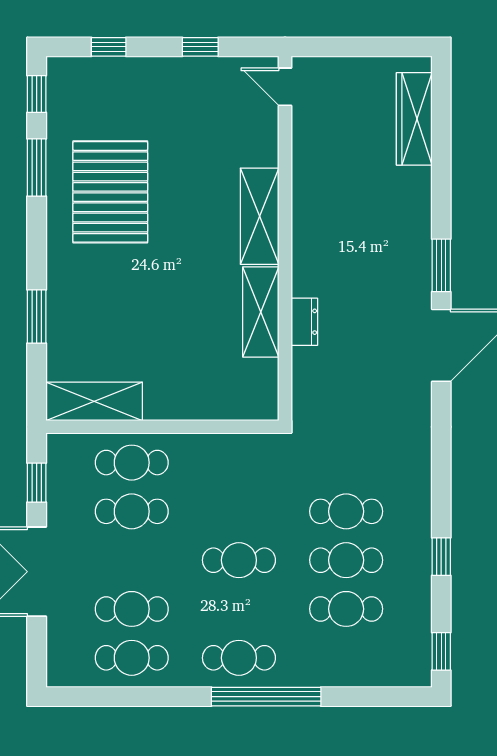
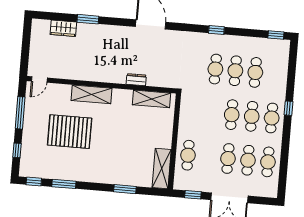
window: (200, 47) -> (20, 113), width x2.17
wardrobe: (414, 119) -> (63, 28), width x0.67
pallet: (110, 192) -> (70, 132), moved
window: (441, 265) -> (88, 19), moved
shelving: (261, 312) -> (152, 99), moved
cafe table: (132, 511) -> (228, 159), moved
window: (441, 557) -> (216, 30), moved
cafe table: (239, 609) -> (252, 116), added
window: (266, 697) -> (288, 108), width x0.32

